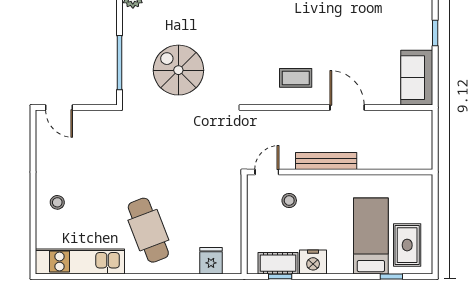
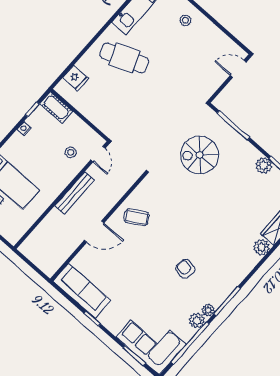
spiral stairs: (178, 70) -> (200, 155), turned 180
coffee table: (296, 78) -> (137, 217), turned 59
sofa: (417, 78) -> (82, 291), width x1.36
nightstand: (313, 262) -> (24, 129), width x0.53, depth x0.56
cot: (278, 263) -> (56, 108), moved, turned 90

